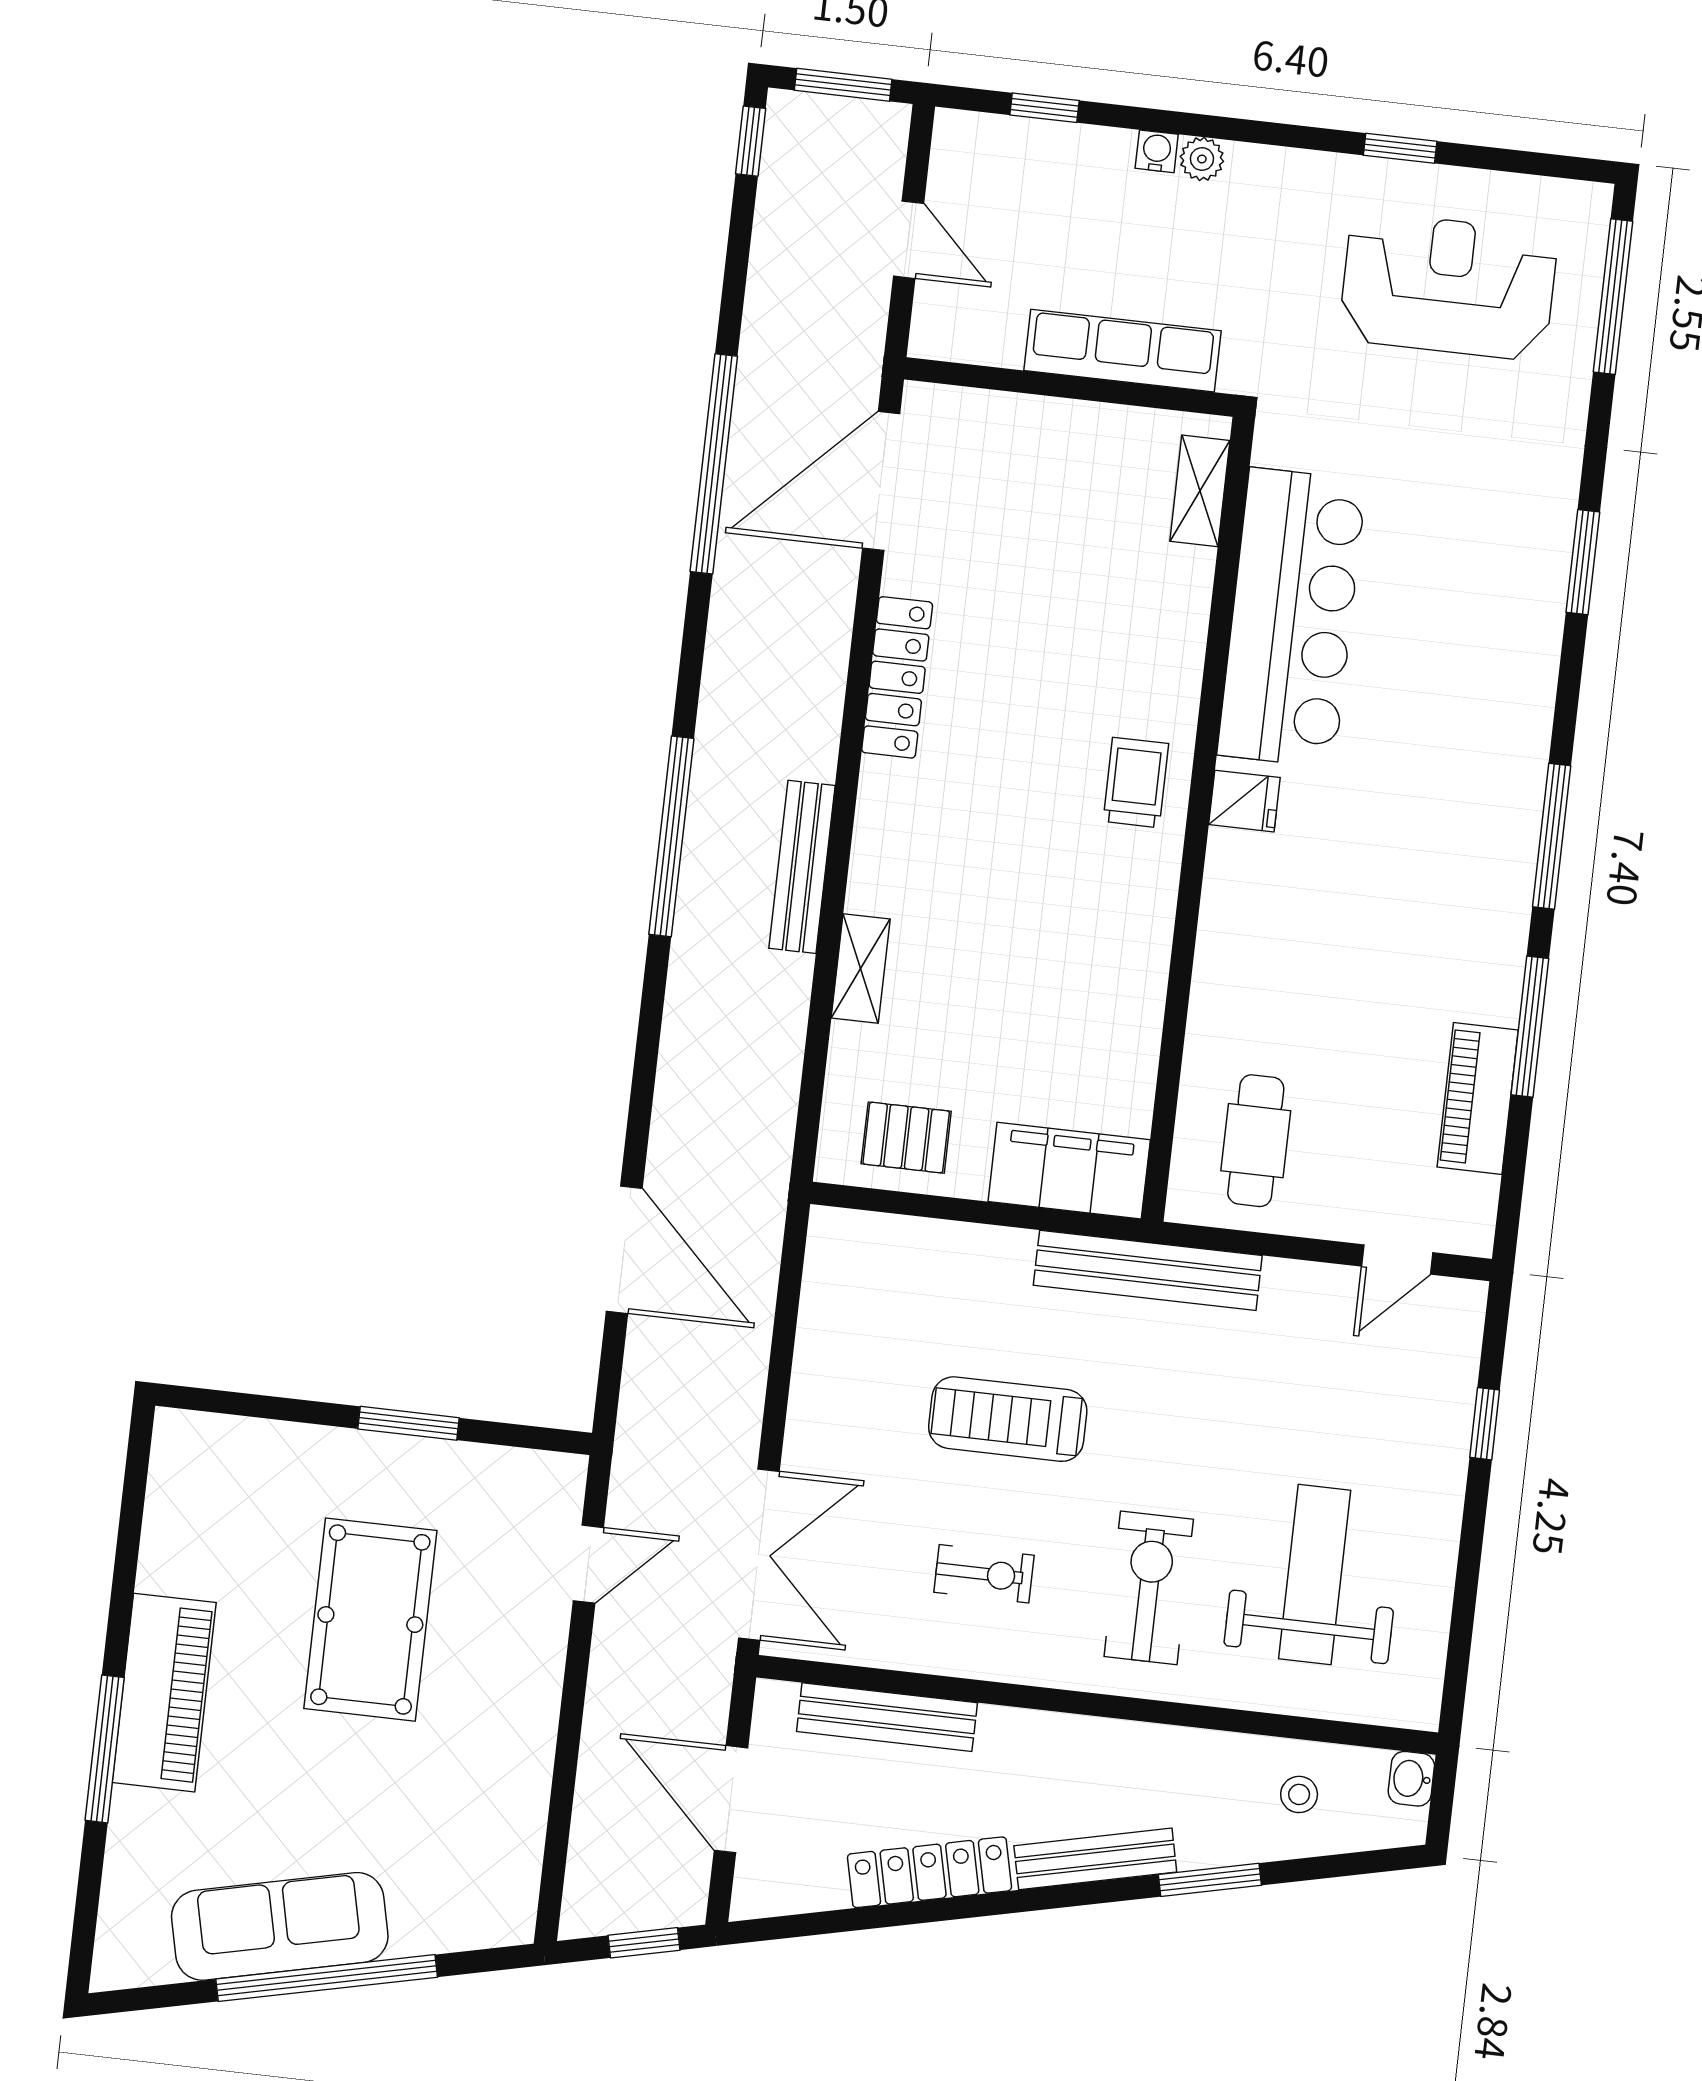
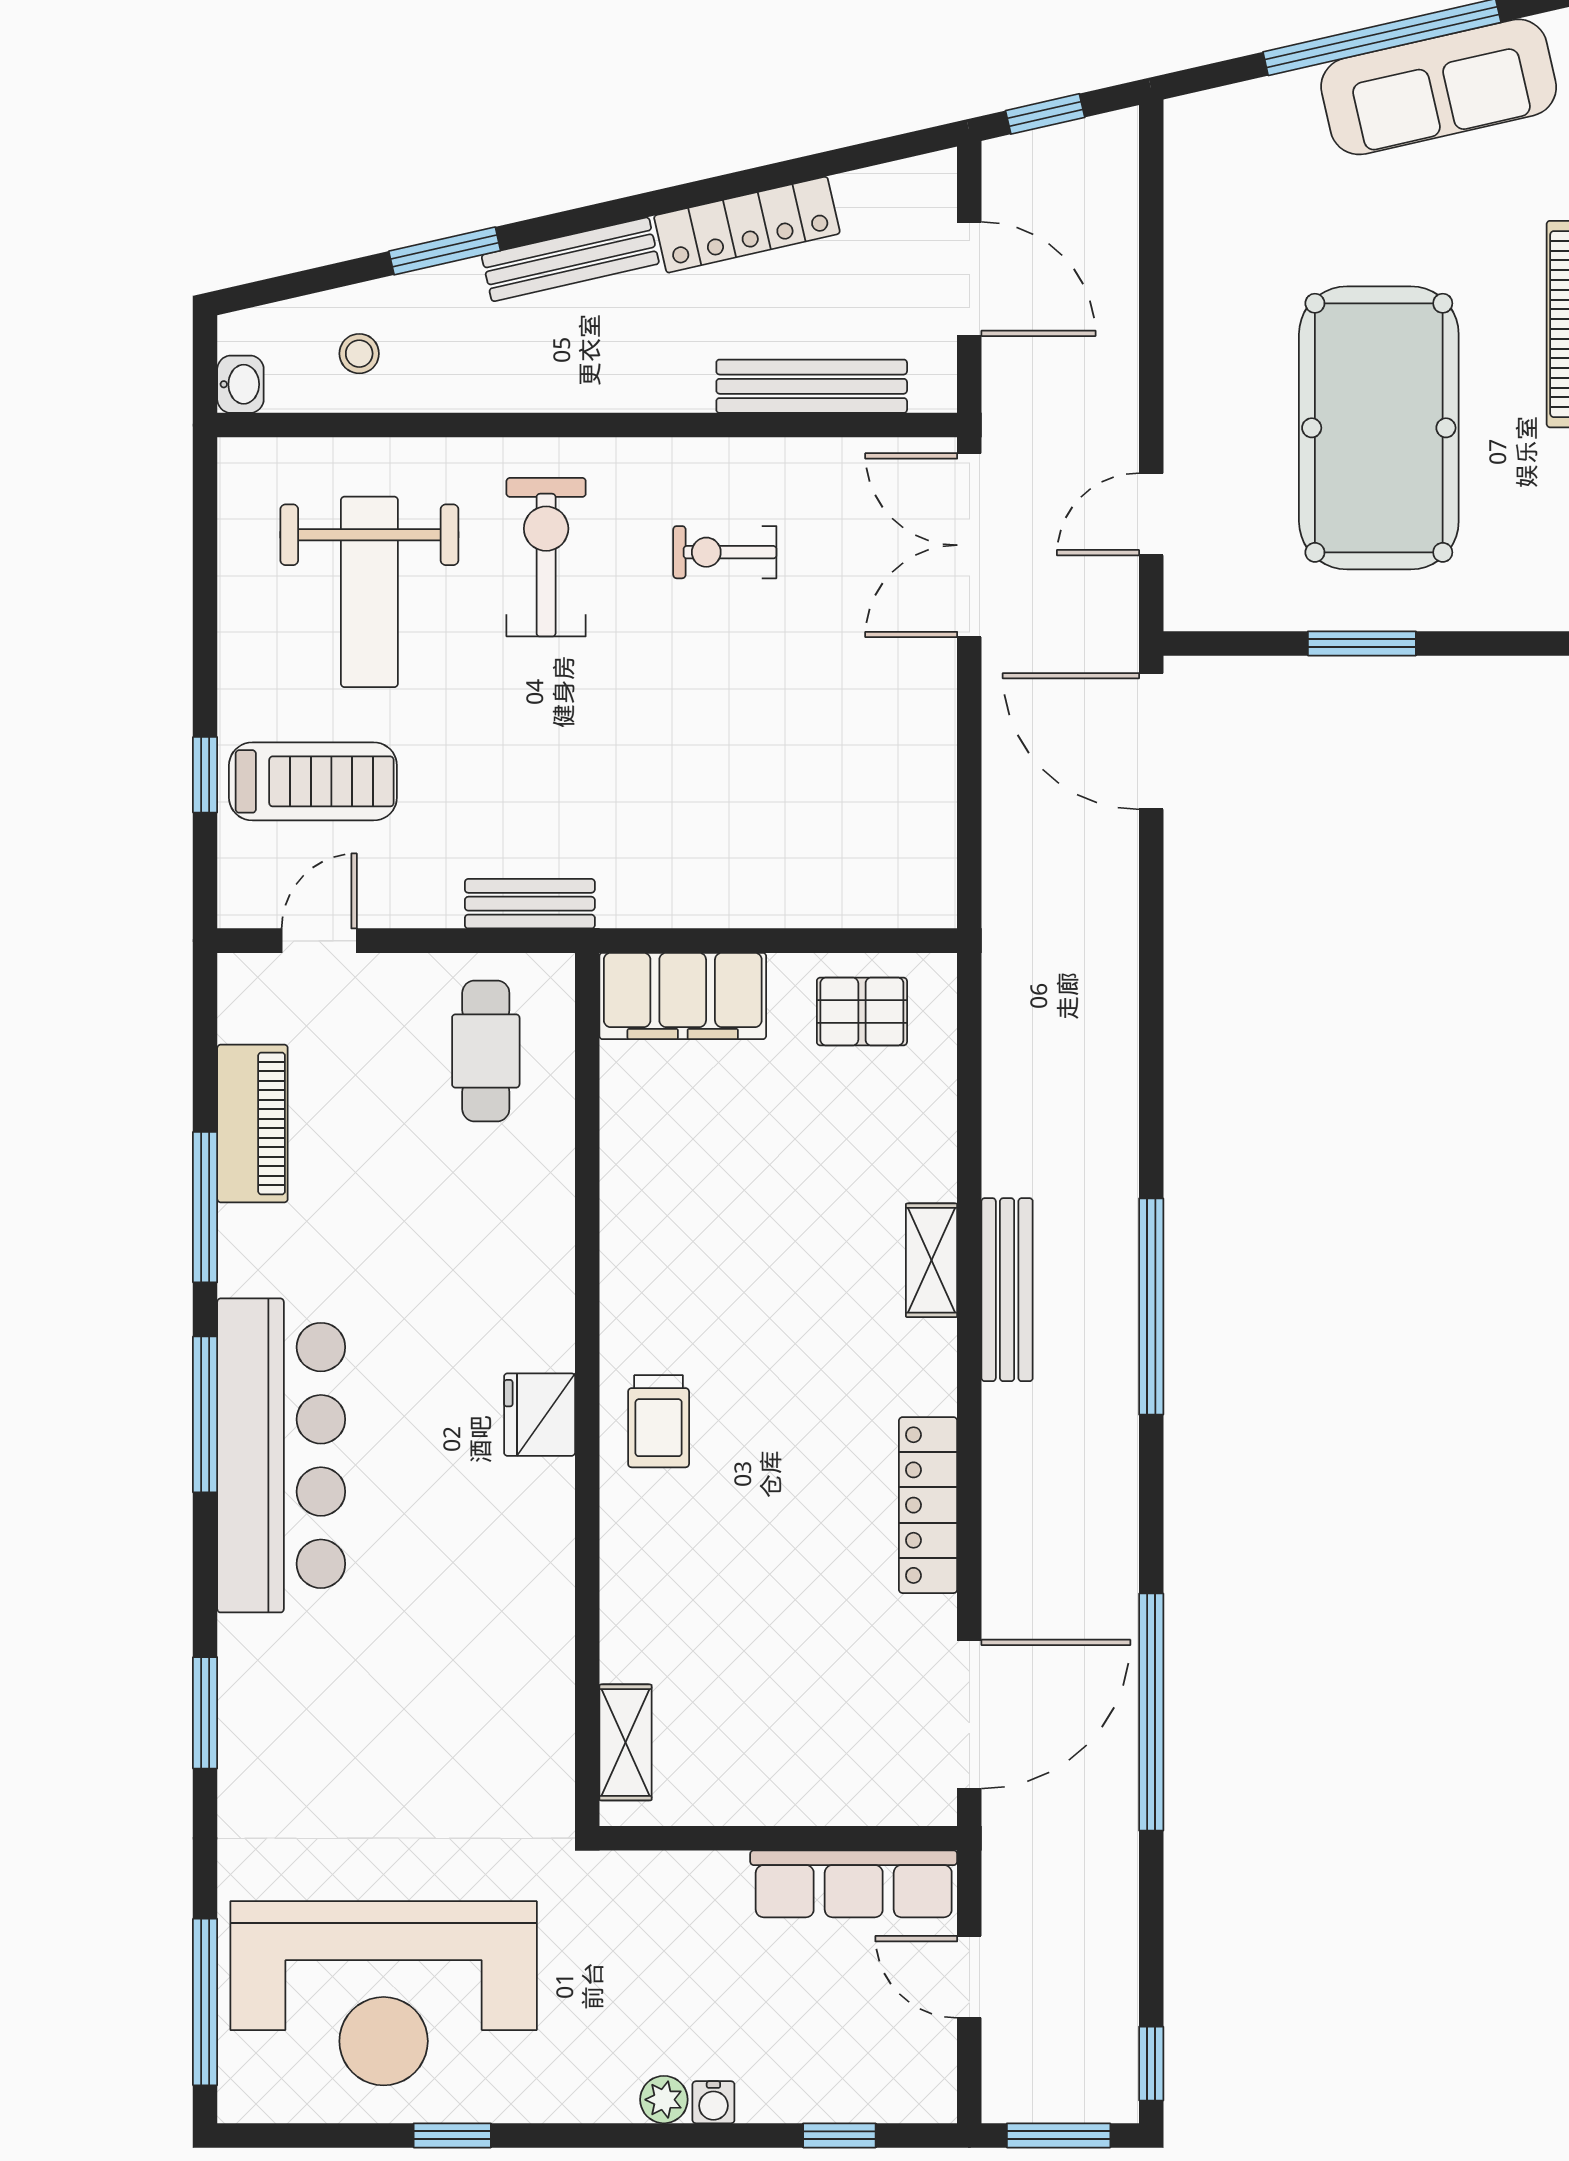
reception desk: (1448, 286) -> (384, 1993), width x1.36, depth x1.30
row of seats: (1123, 351) -> (854, 1884), moved
bar counter: (1292, 618) -> (281, 1455), moved, turned 180
fridge: (1244, 801) -> (540, 1415), width x1.38
shelving: (861, 969) -> (932, 1260), moved
door: (624, 1250) -> (1151, 741), moved
bench: (1148, 1270) -> (530, 904), width x0.54, depth x0.82
treadmill: (1008, 1419) -> (313, 781), moved
exercise bike: (1149, 1588) -> (546, 557), turned 180
pool table: (370, 1620) -> (1379, 428), width x1.36, depth x1.32

